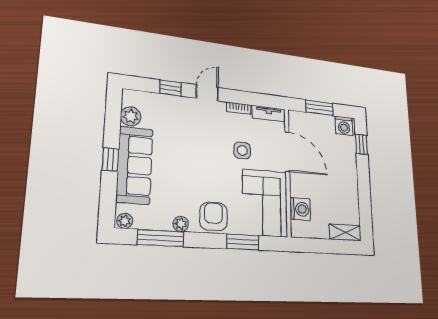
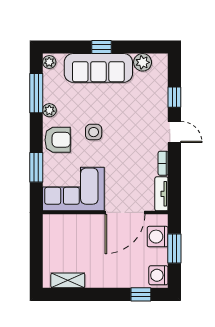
side table: (242, 150) -> (94, 132), moved
washing machine: (300, 209) -> (158, 237), moved, turned 90
shelving: (345, 232) -> (68, 280), moved, turned 90

